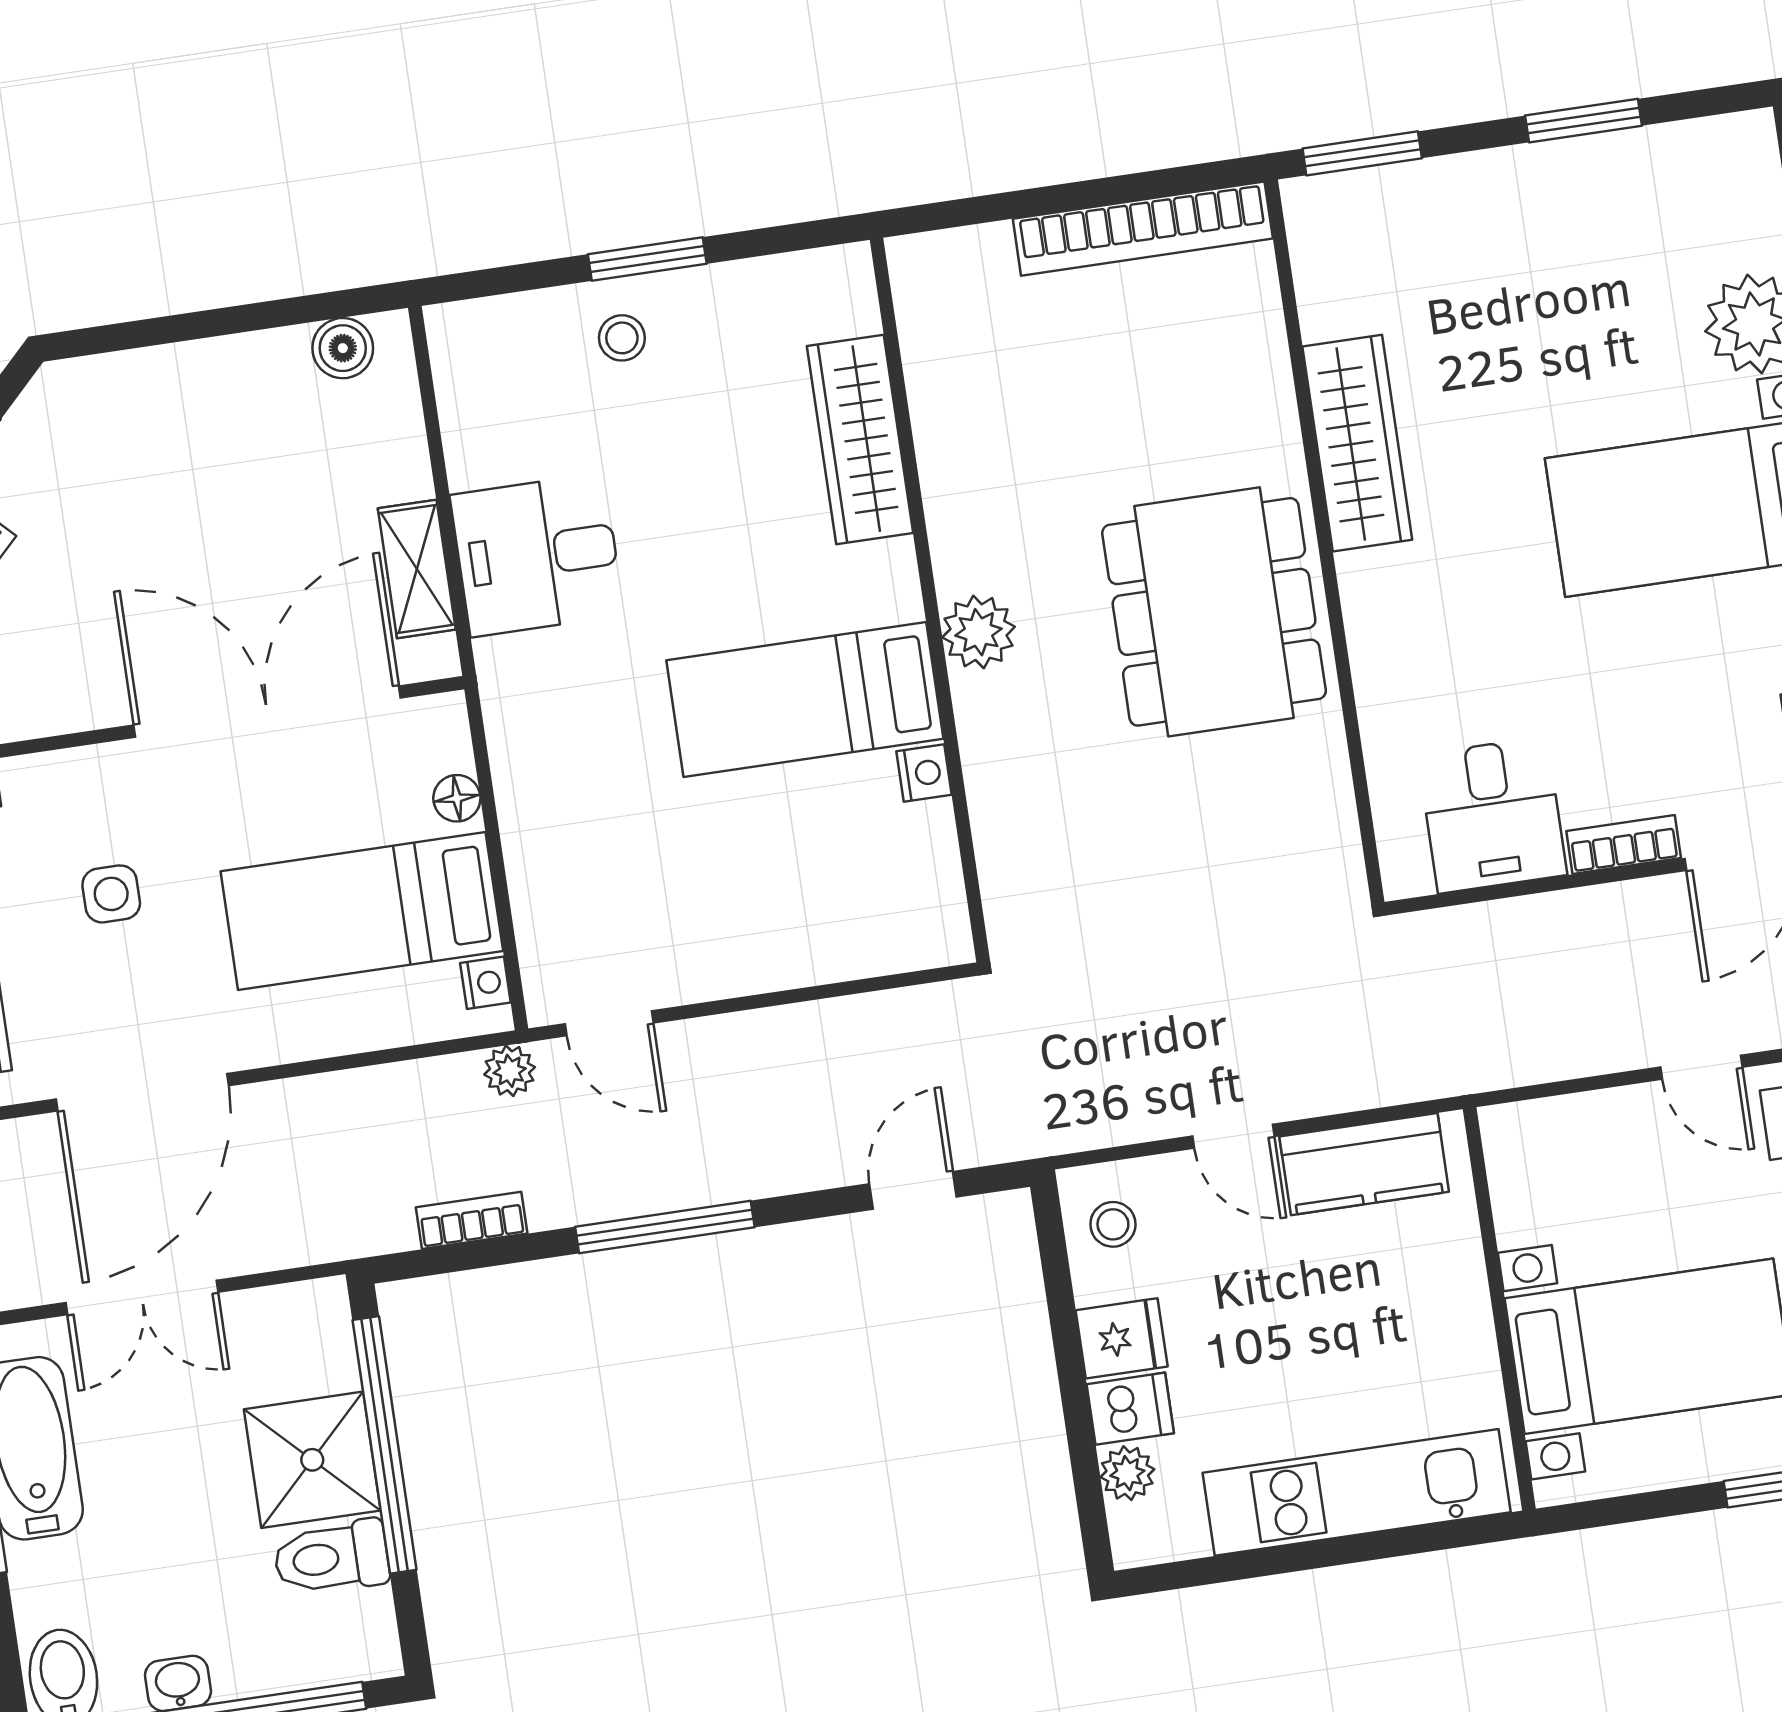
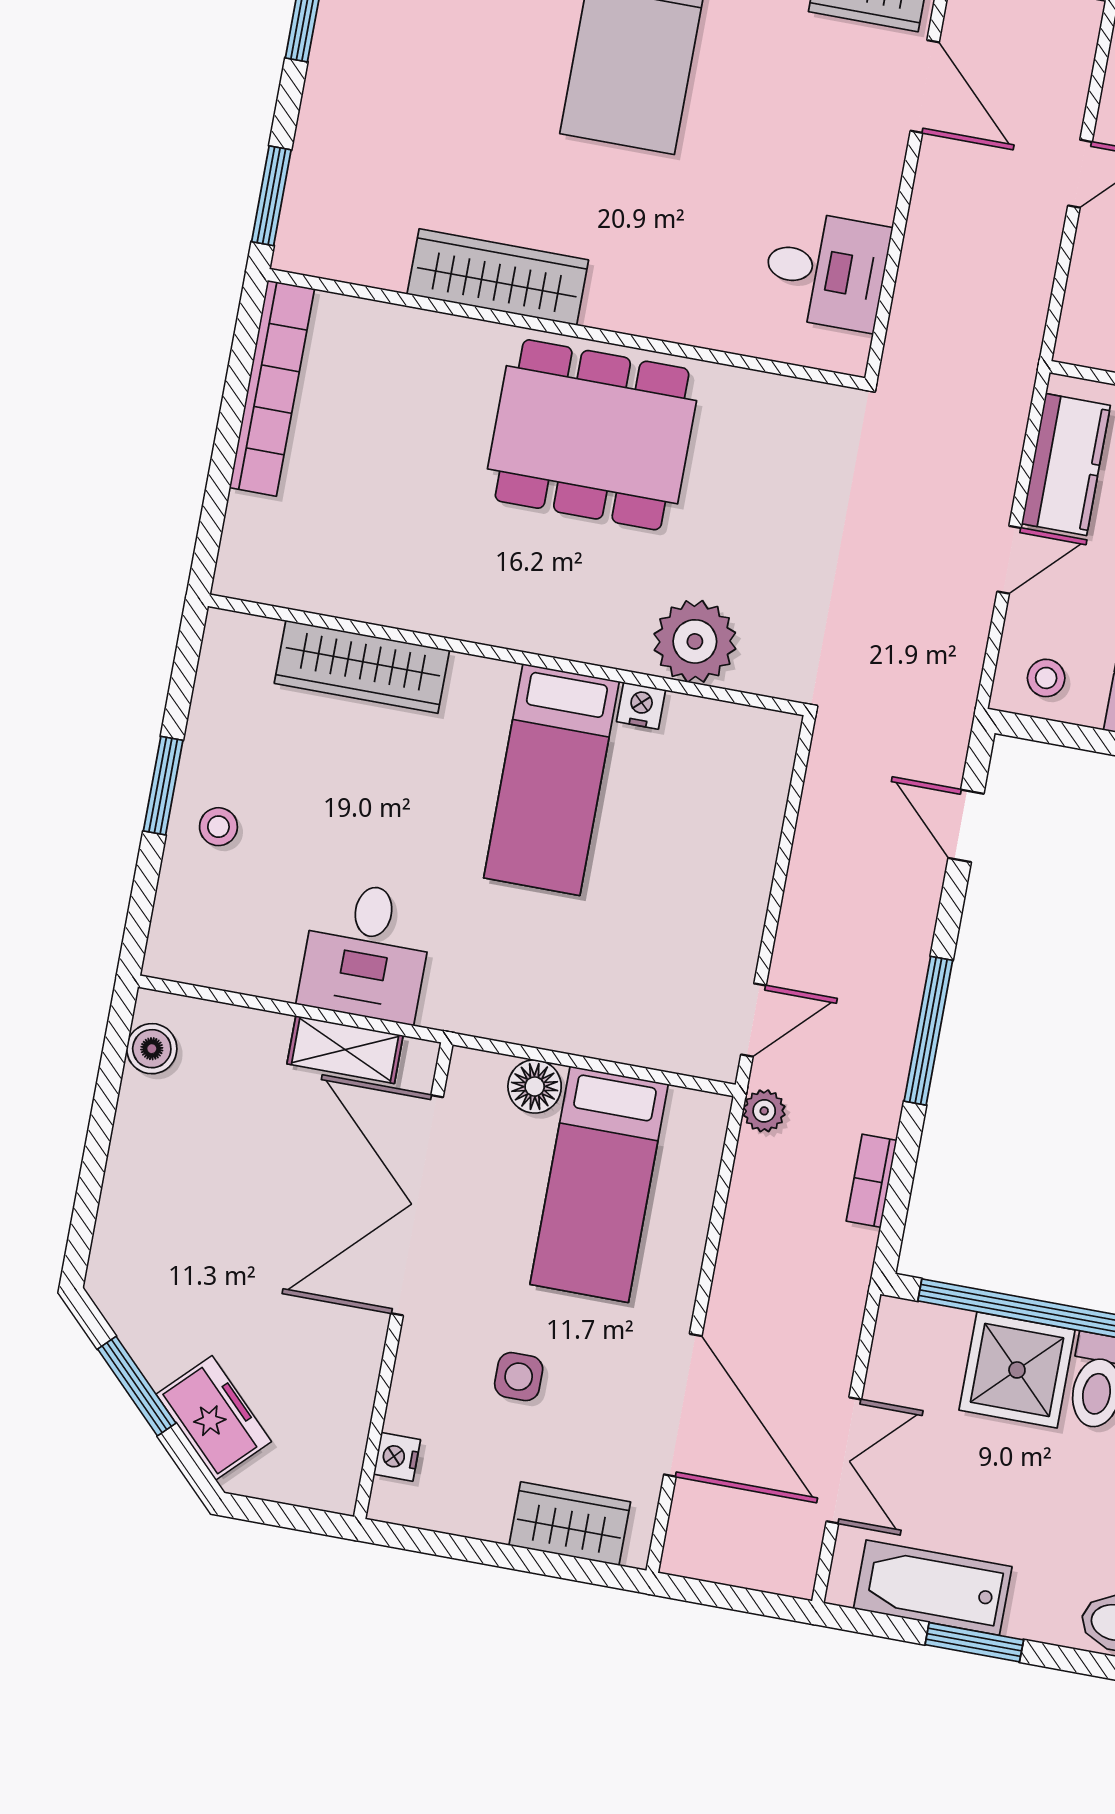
plant: (979, 632) -> (695, 641), moved, width x1.36, depth x1.36
floor lamp: (457, 798) -> (535, 1087), width x1.37, depth x1.37
bookcase: (1624, 845) -> (884, 175), removed
nightstand: (485, 983) -> (689, 1106), removed

